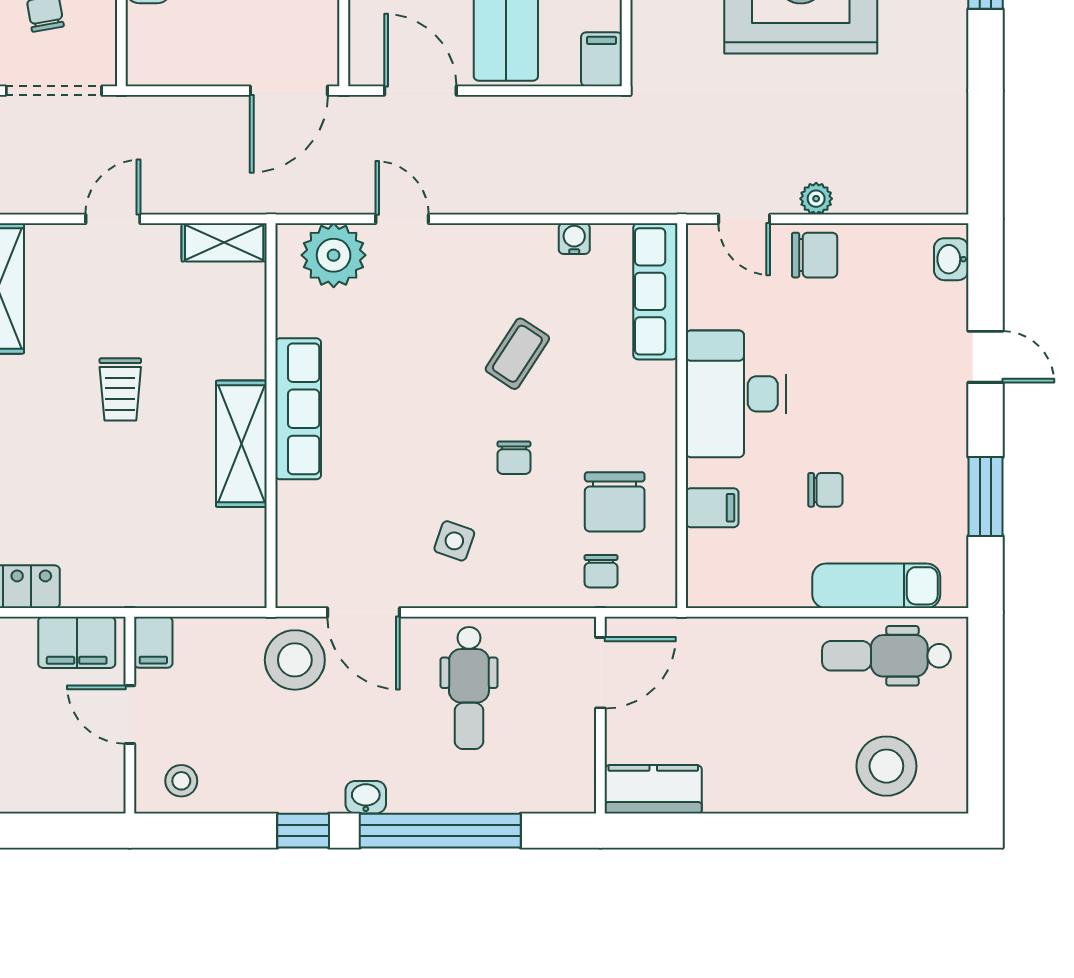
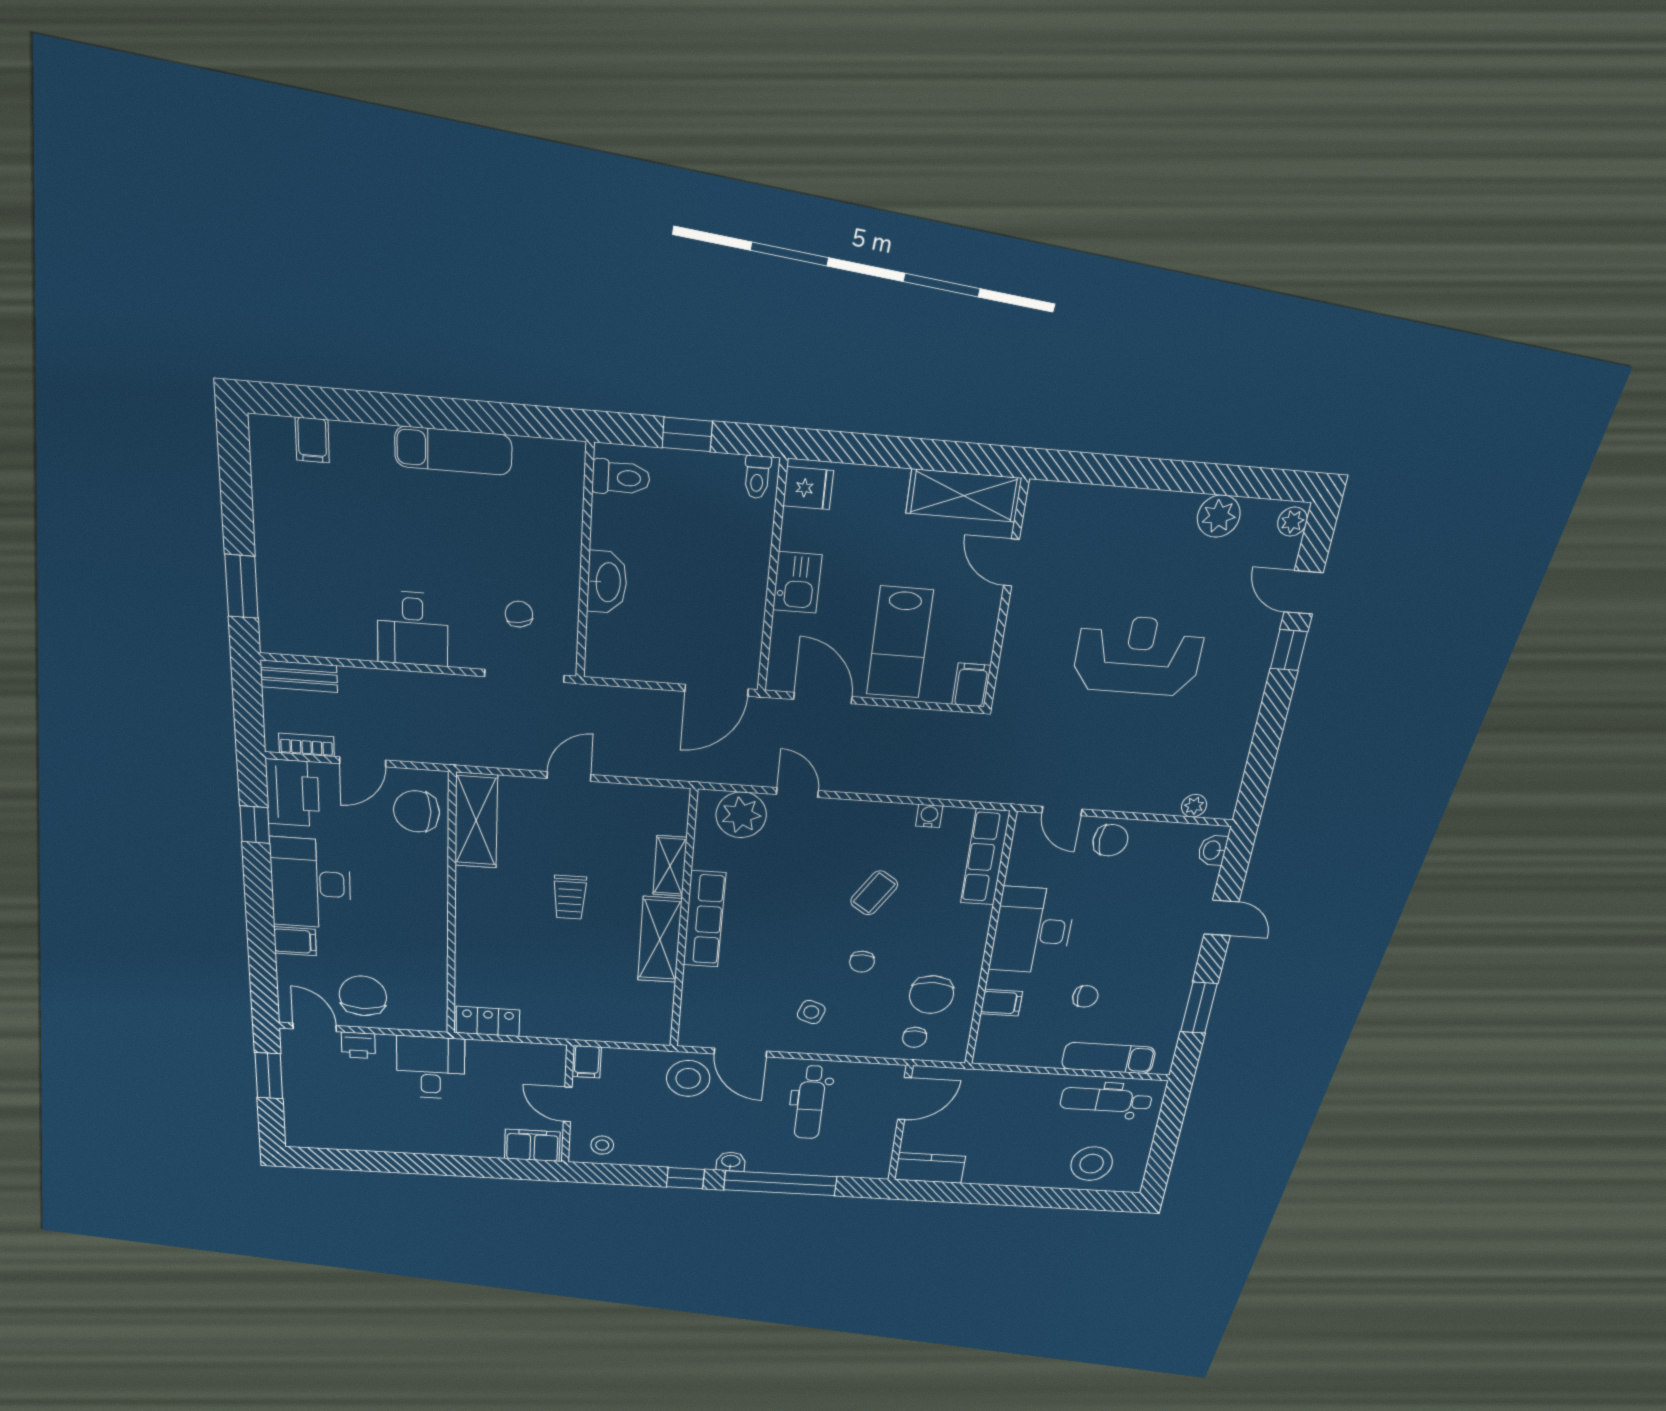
plant: (816, 199) -> (1194, 806), moved
shelving: (224, 242) -> (670, 866), moved, turned 90
filing cabinet: (77, 642) -> (532, 1145), moved, turned 180

